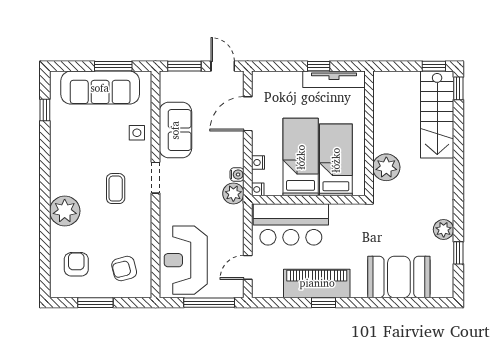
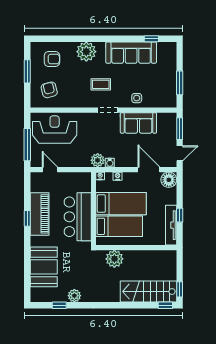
floor lamp: (264, 83) -> (169, 180), added
sofa: (100, 88) -> (131, 53), moved, turned -90
bar counter: (291, 224) -> (78, 217), moved

